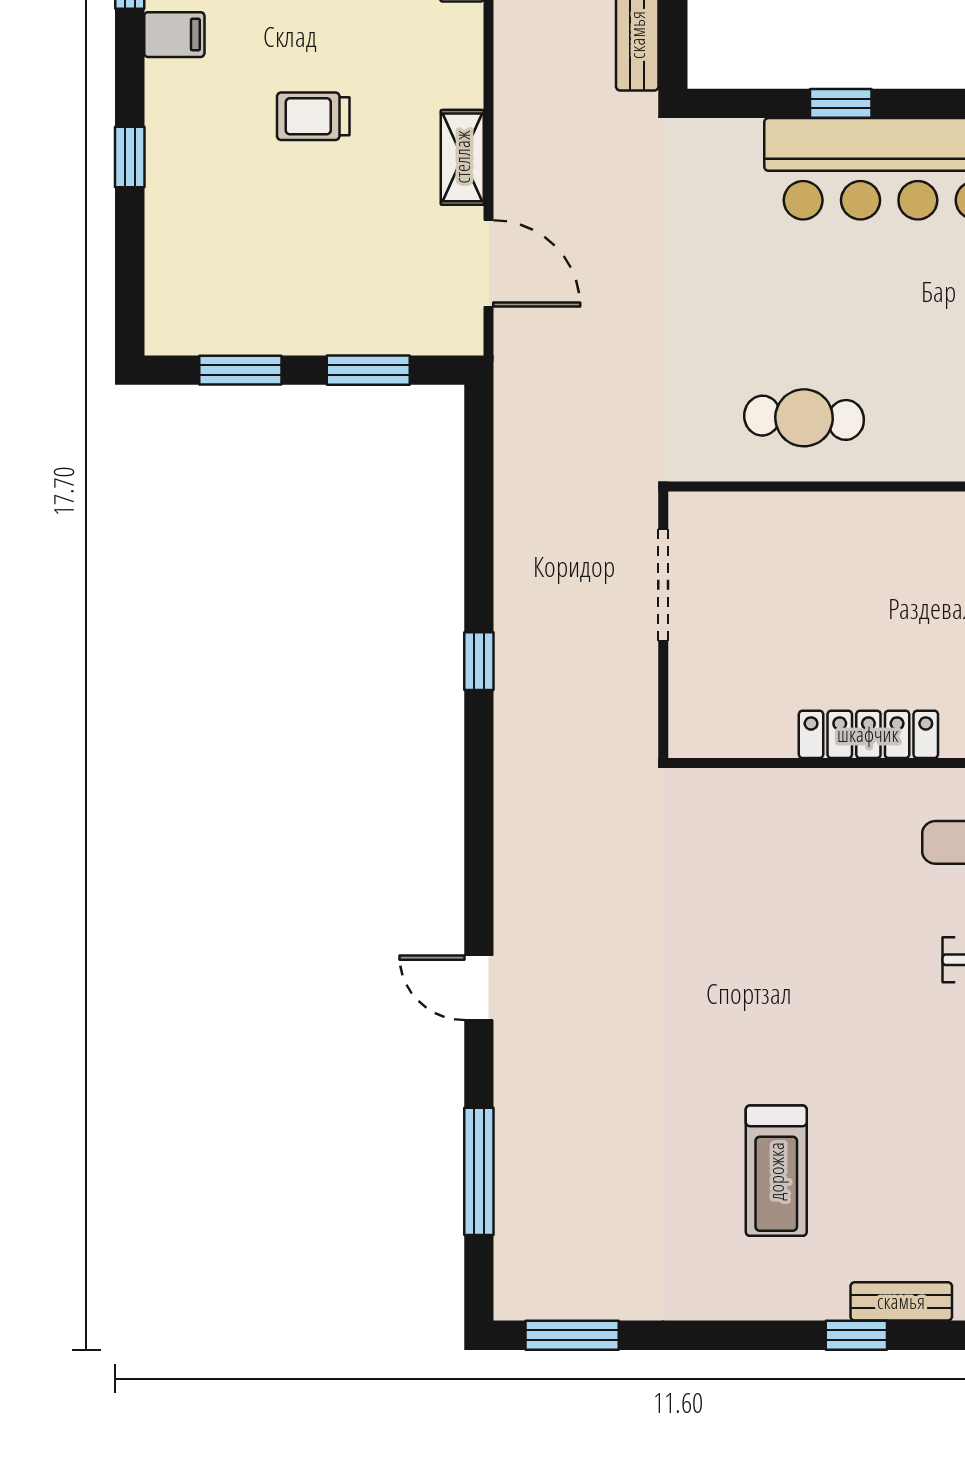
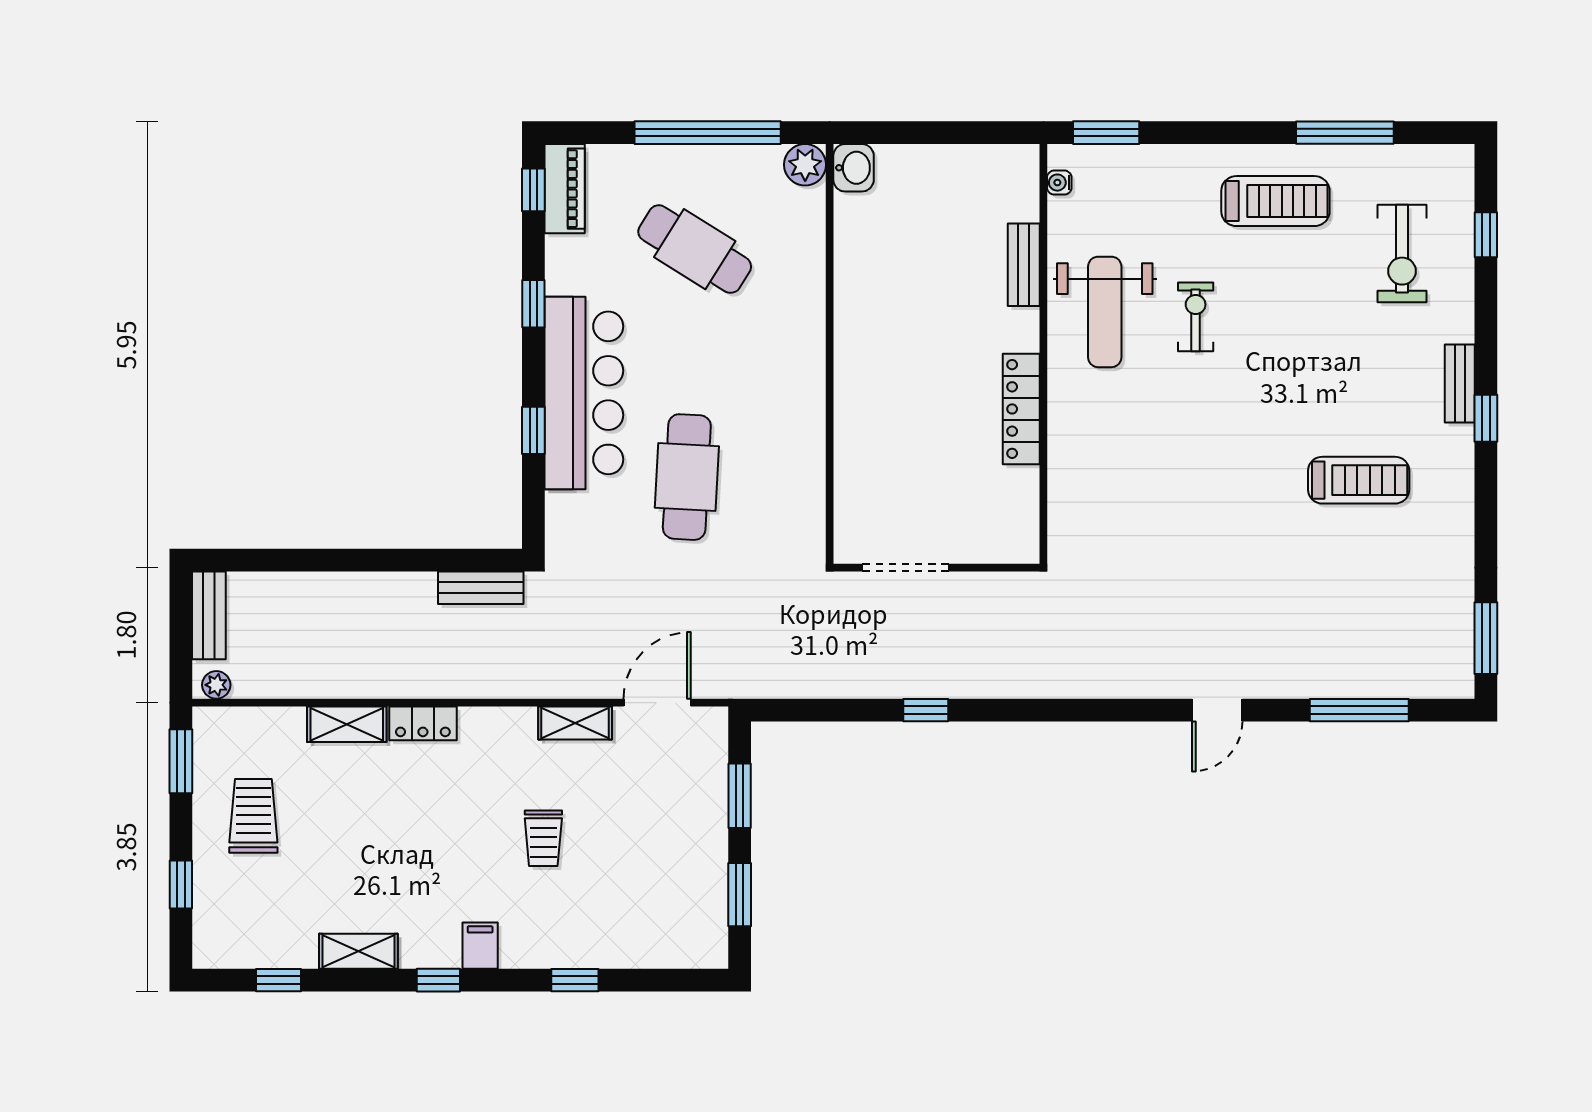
cafe table: (804, 418) -> (687, 477), moved, width x1.37, depth x1.35
window: (479, 661) -> (926, 710), moved

